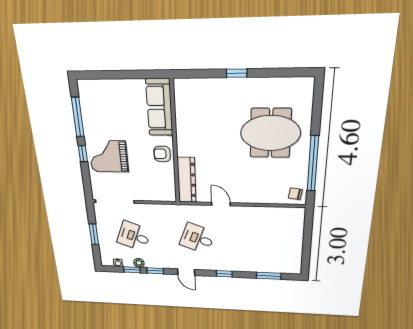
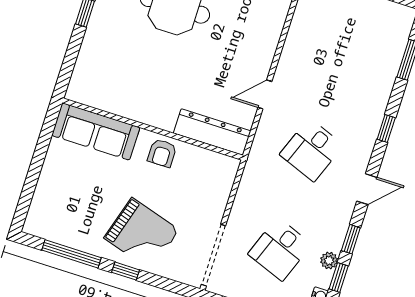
grand piano: (109, 156) -> (141, 234), turned -73

